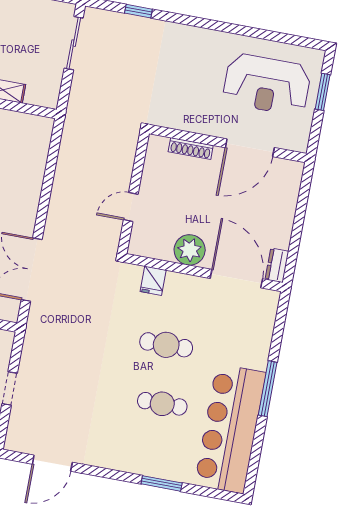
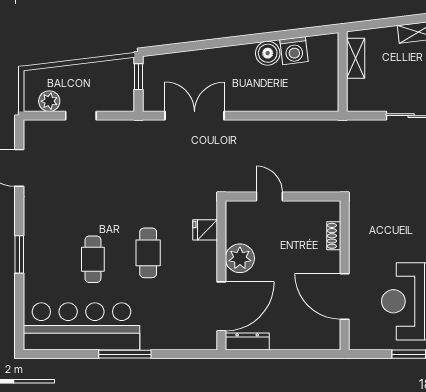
shoe rack: (191, 149) -> (334, 236), width x0.70
dresser: (277, 265) -> (247, 342), width x1.44
window: (162, 483) -> (19, 254), moved

